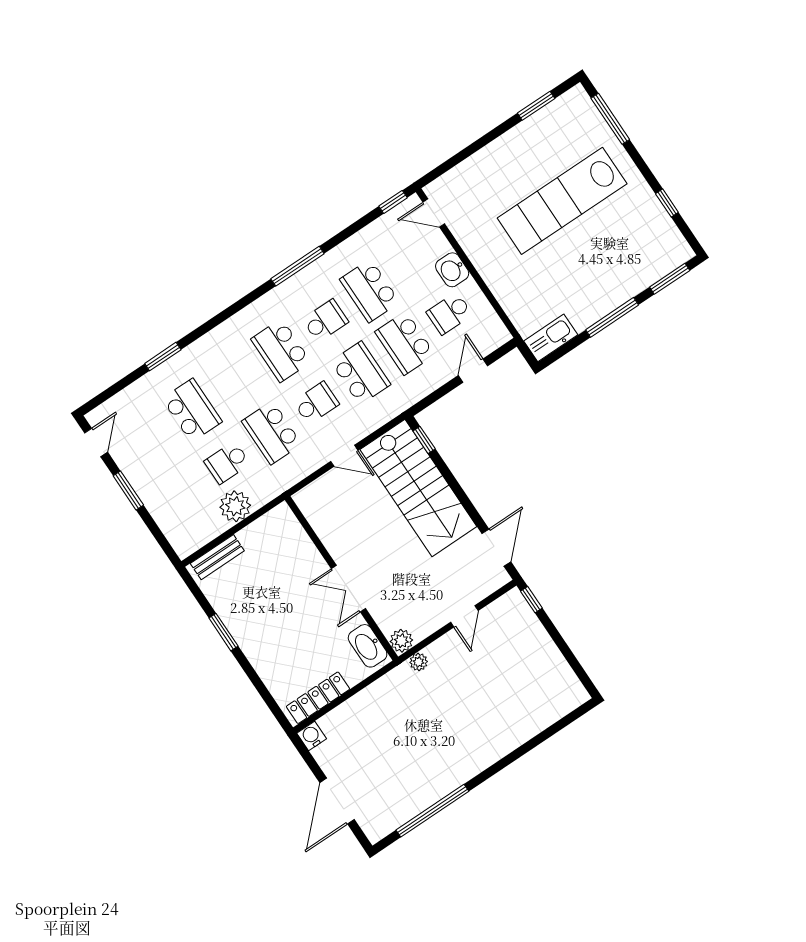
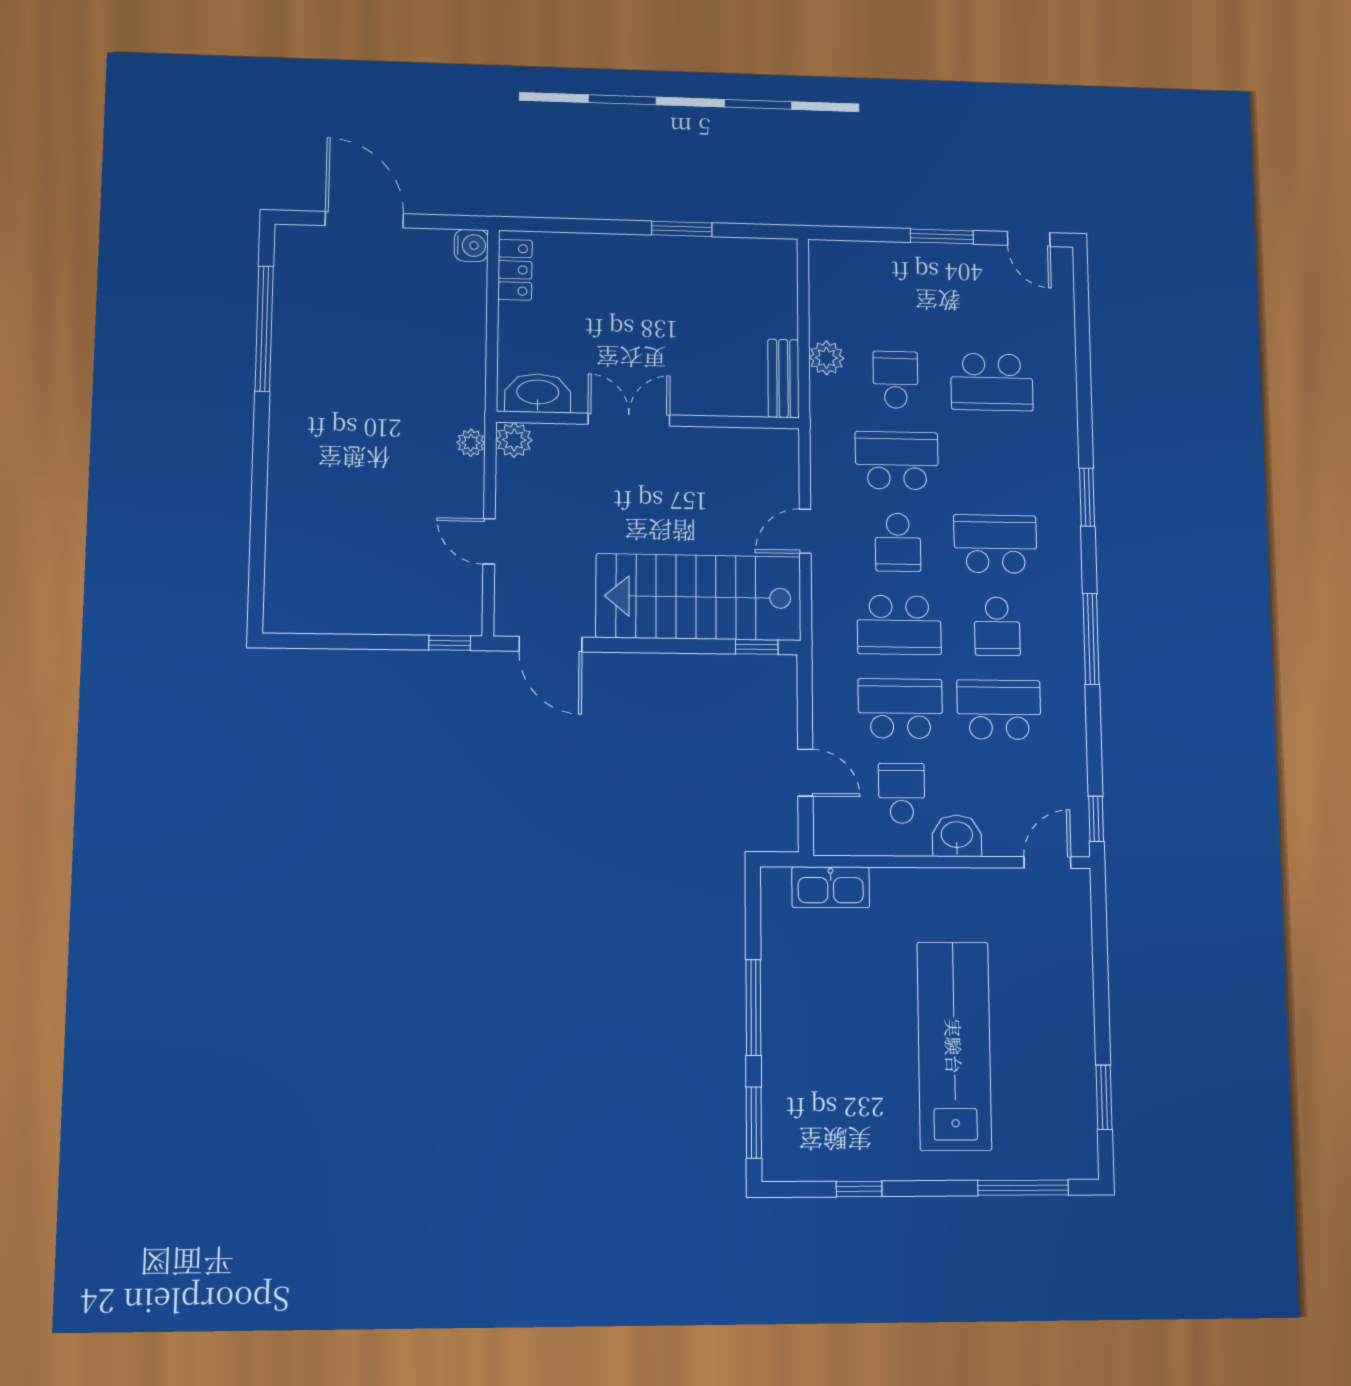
kitchen sink: (551, 338) -> (831, 887), moved, turned 90
window: (163, 357) -> (1087, 497), moved
plant: (235, 506) -> (826, 358), width x0.73, depth x0.73
bench: (217, 557) -> (783, 378), moved
locker: (318, 698) -> (515, 270), width x0.66

